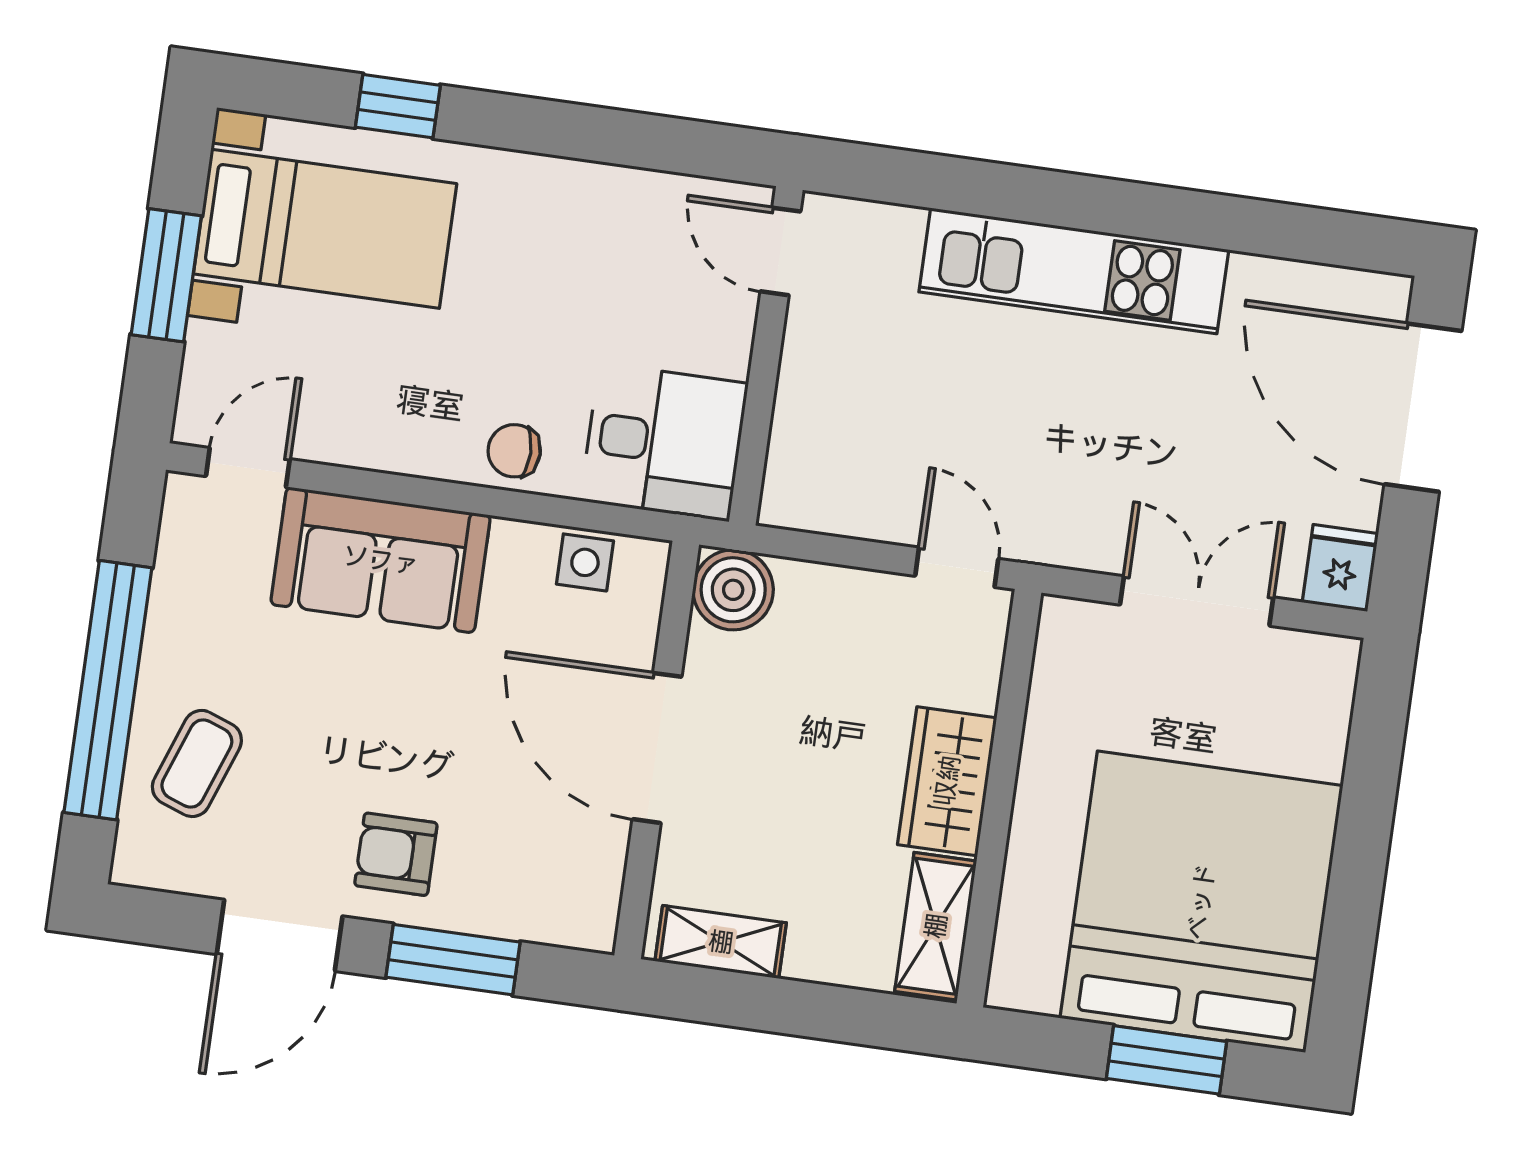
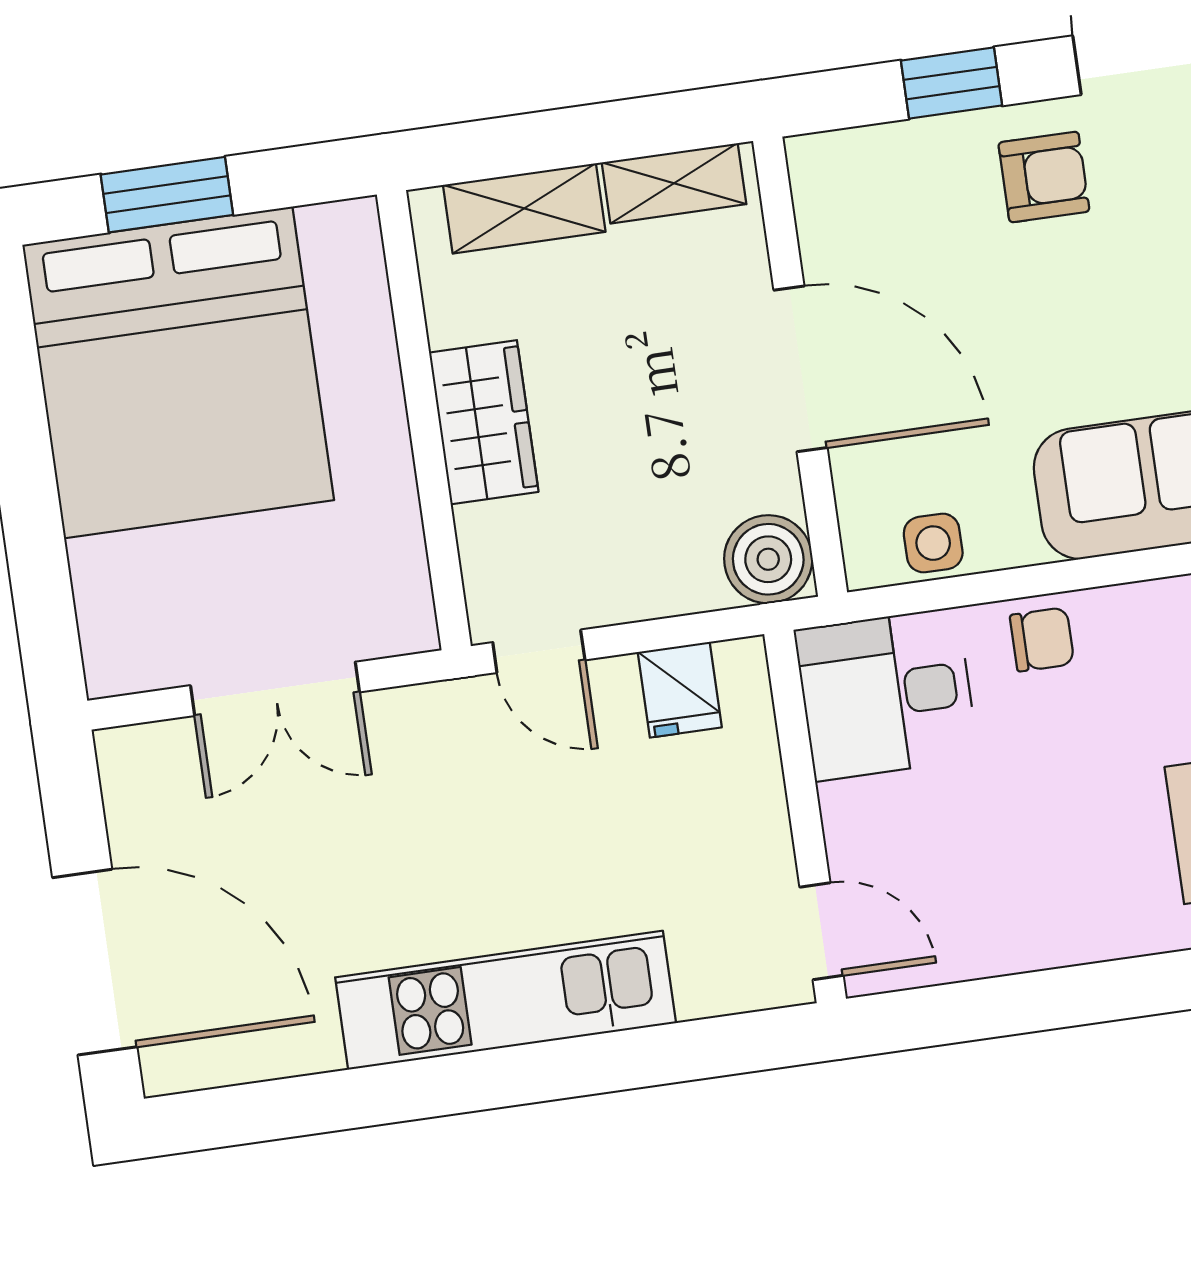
fridge: (1340, 568) -> (680, 690), moved
shelving: (936, 926) -> (524, 208), moved, turned 90
window: (453, 960) -> (951, 83), width x0.67

